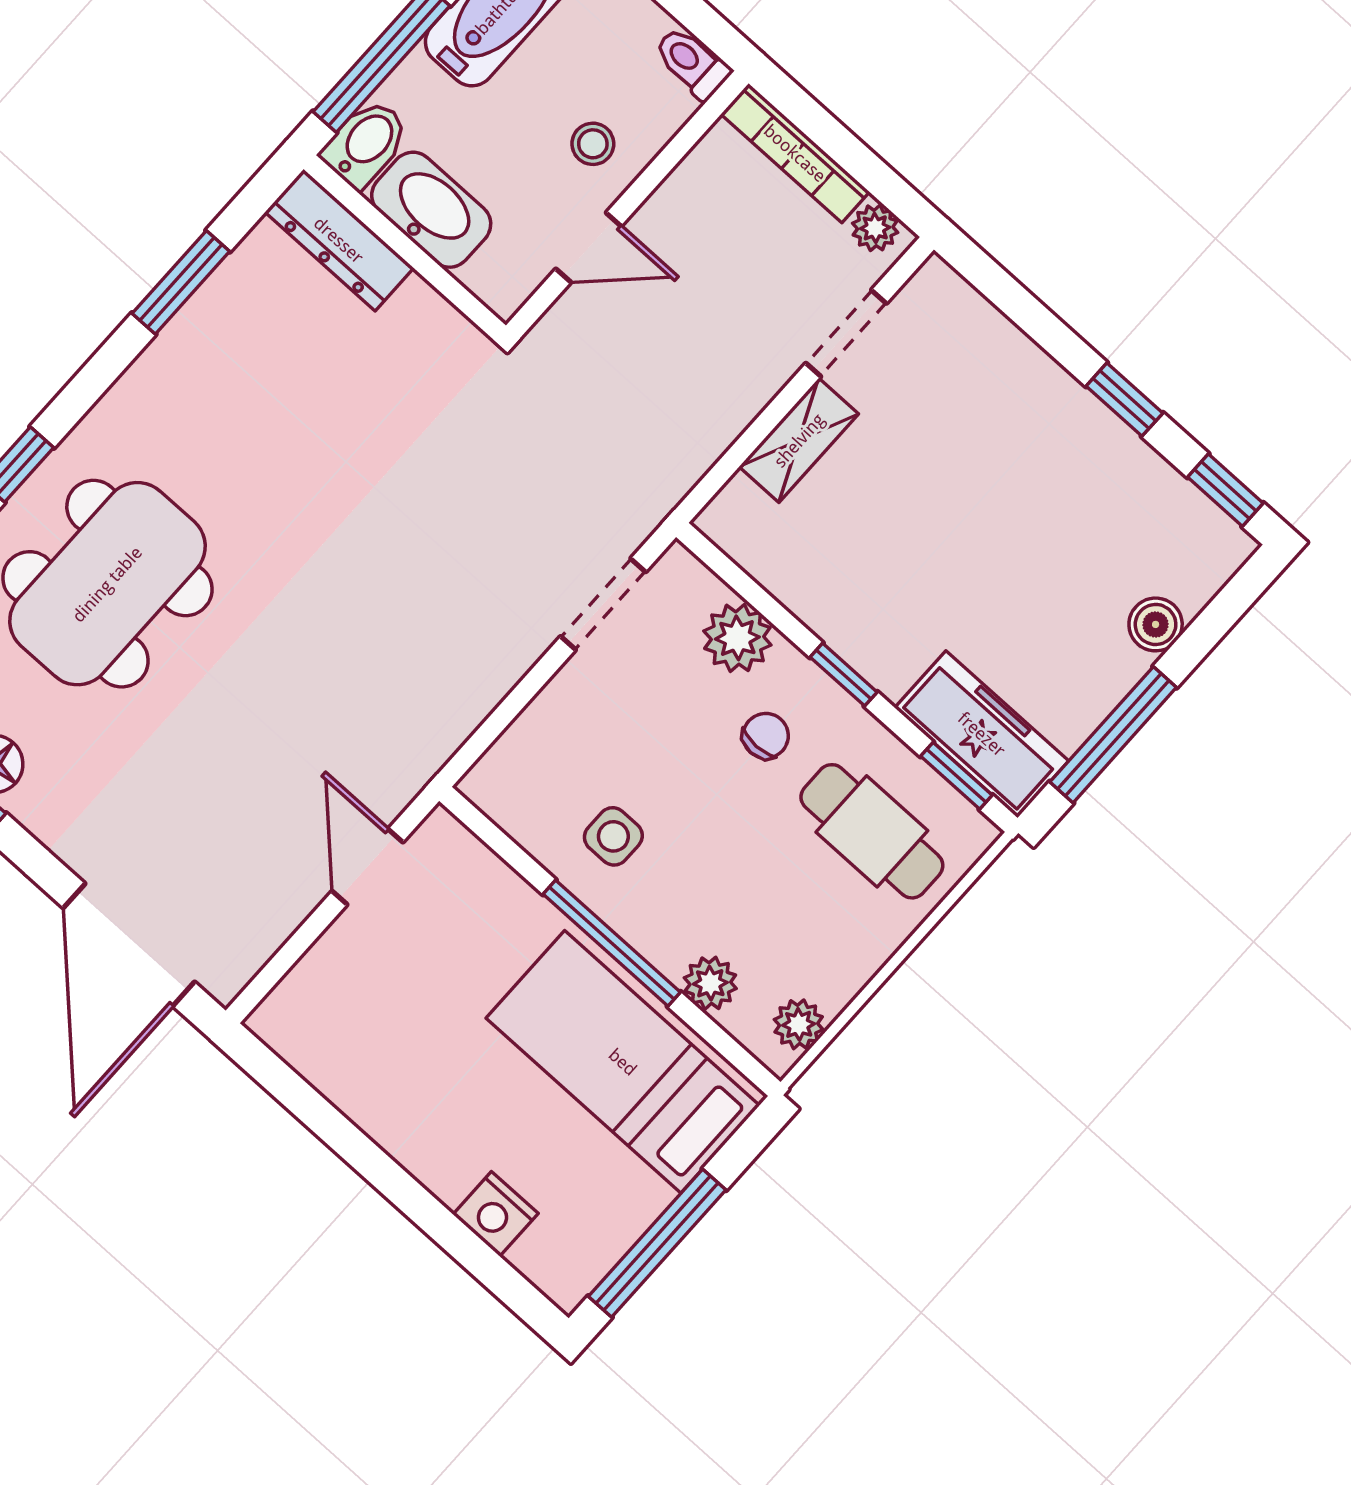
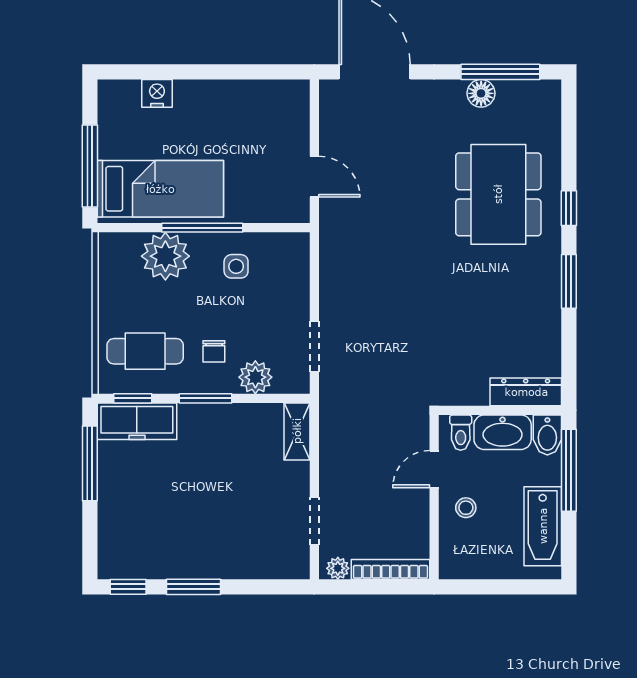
toilet: (692, 63) -> (461, 433), moved, turned 90
window: (181, 282) -> (569, 281), moved
window: (1124, 400) -> (193, 587), width x1.50
shelving: (799, 440) -> (297, 431), moved
boiler: (1156, 624) -> (110, 516), removed
window: (844, 675) -> (206, 398), width x1.50
plant: (710, 983) -> (165, 256), width x1.88, depth x1.88
plant: (799, 1024) -> (109, 259), removed
window: (657, 1243) -> (90, 166), moved

